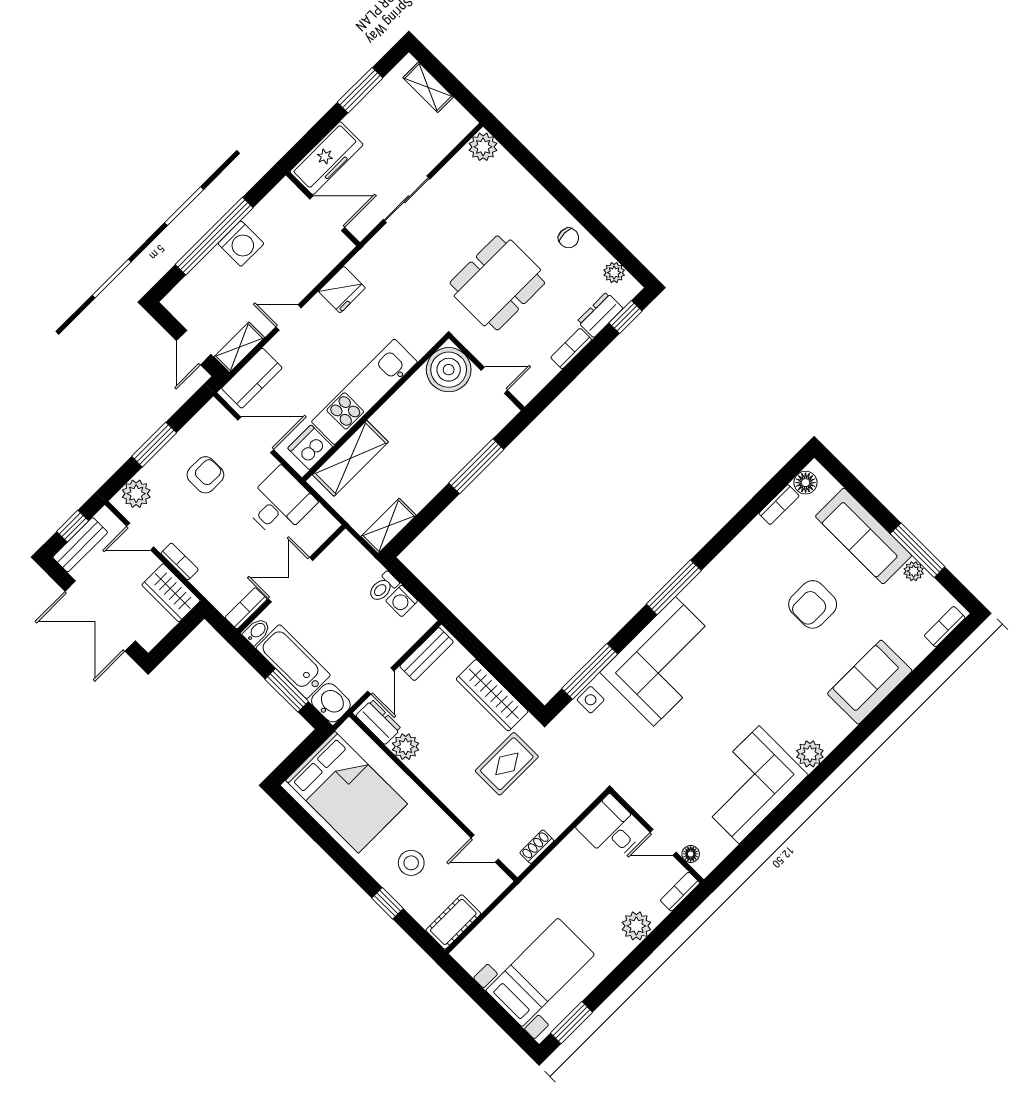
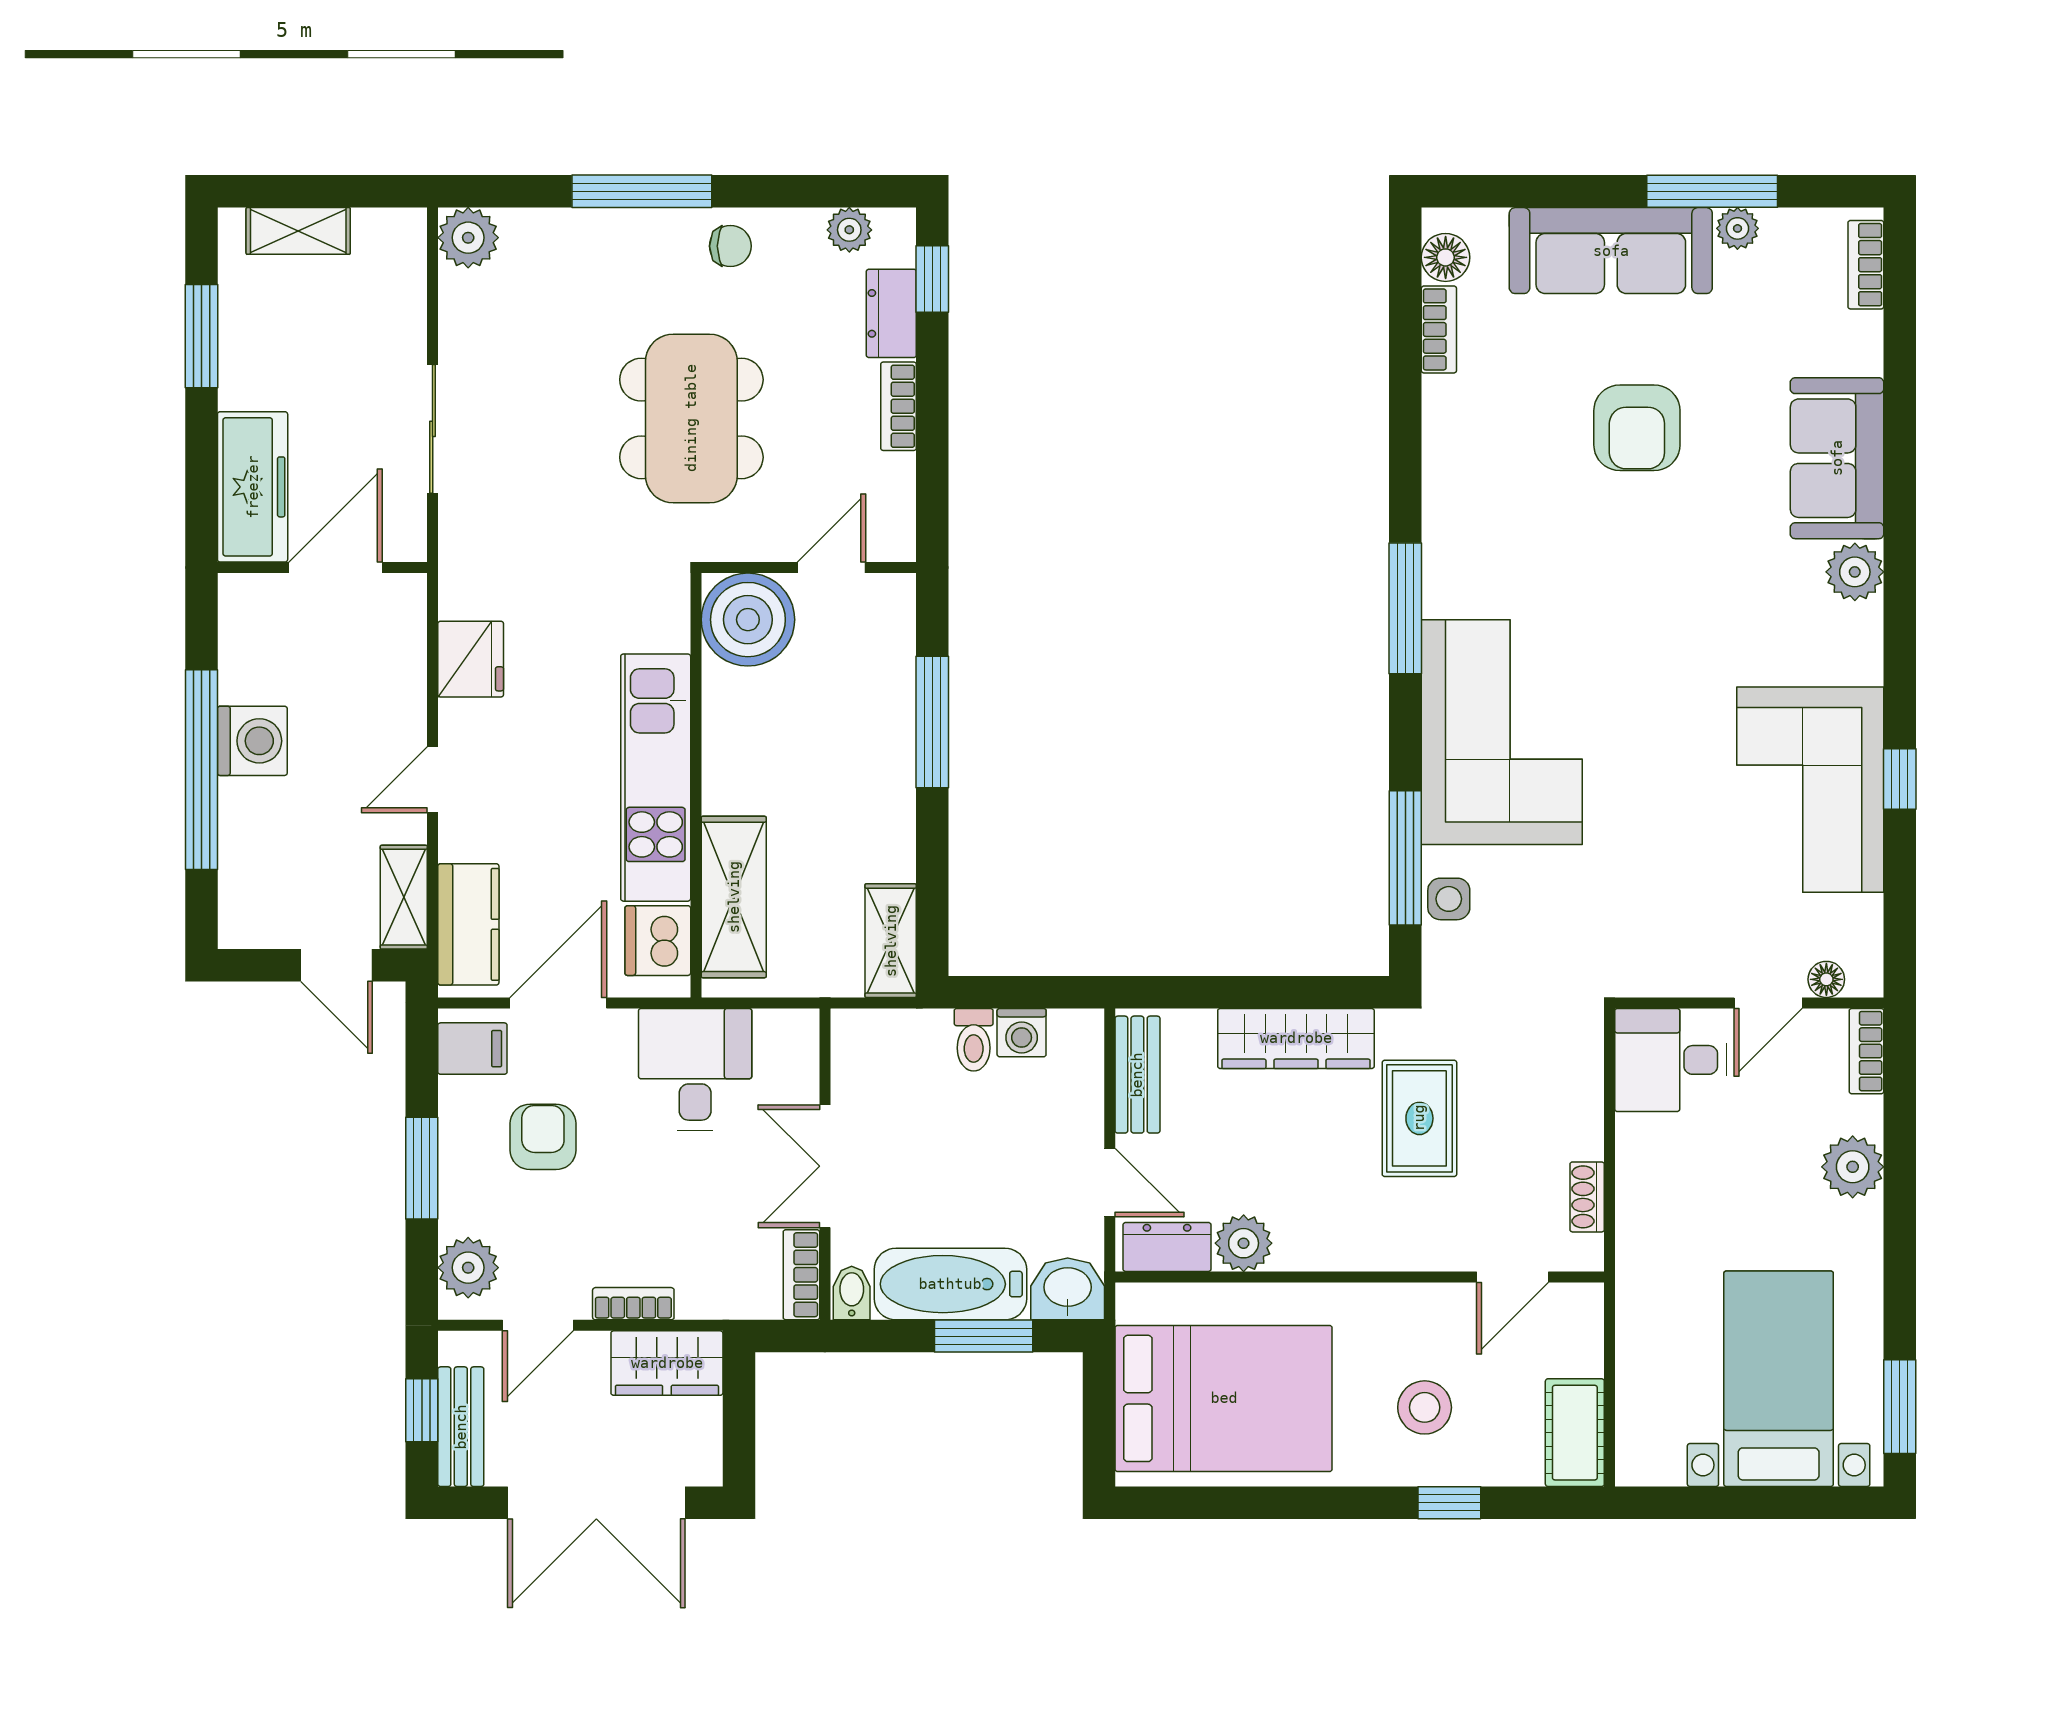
window: (557, 190) -> (642, 191), added
filing cabinet: (211, 421) -> (472, 1049), added
plant: (810, 754) -> (1855, 572), moved
window: (783, 811) -> (1900, 779), added

